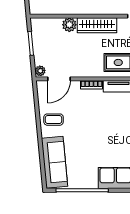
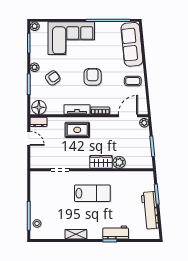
wardrobe: (97, 25) -> (101, 162), width x0.67
armchair: (100, 124) -> (93, 77), added

